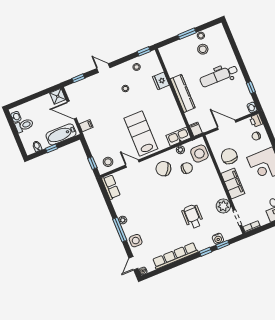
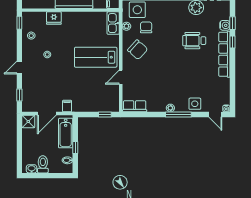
stool: (108, 162) -> (110, 99), removed
chair: (163, 169) -> (138, 50), turned -82
row of seats: (175, 256) -> (224, 54), moved

